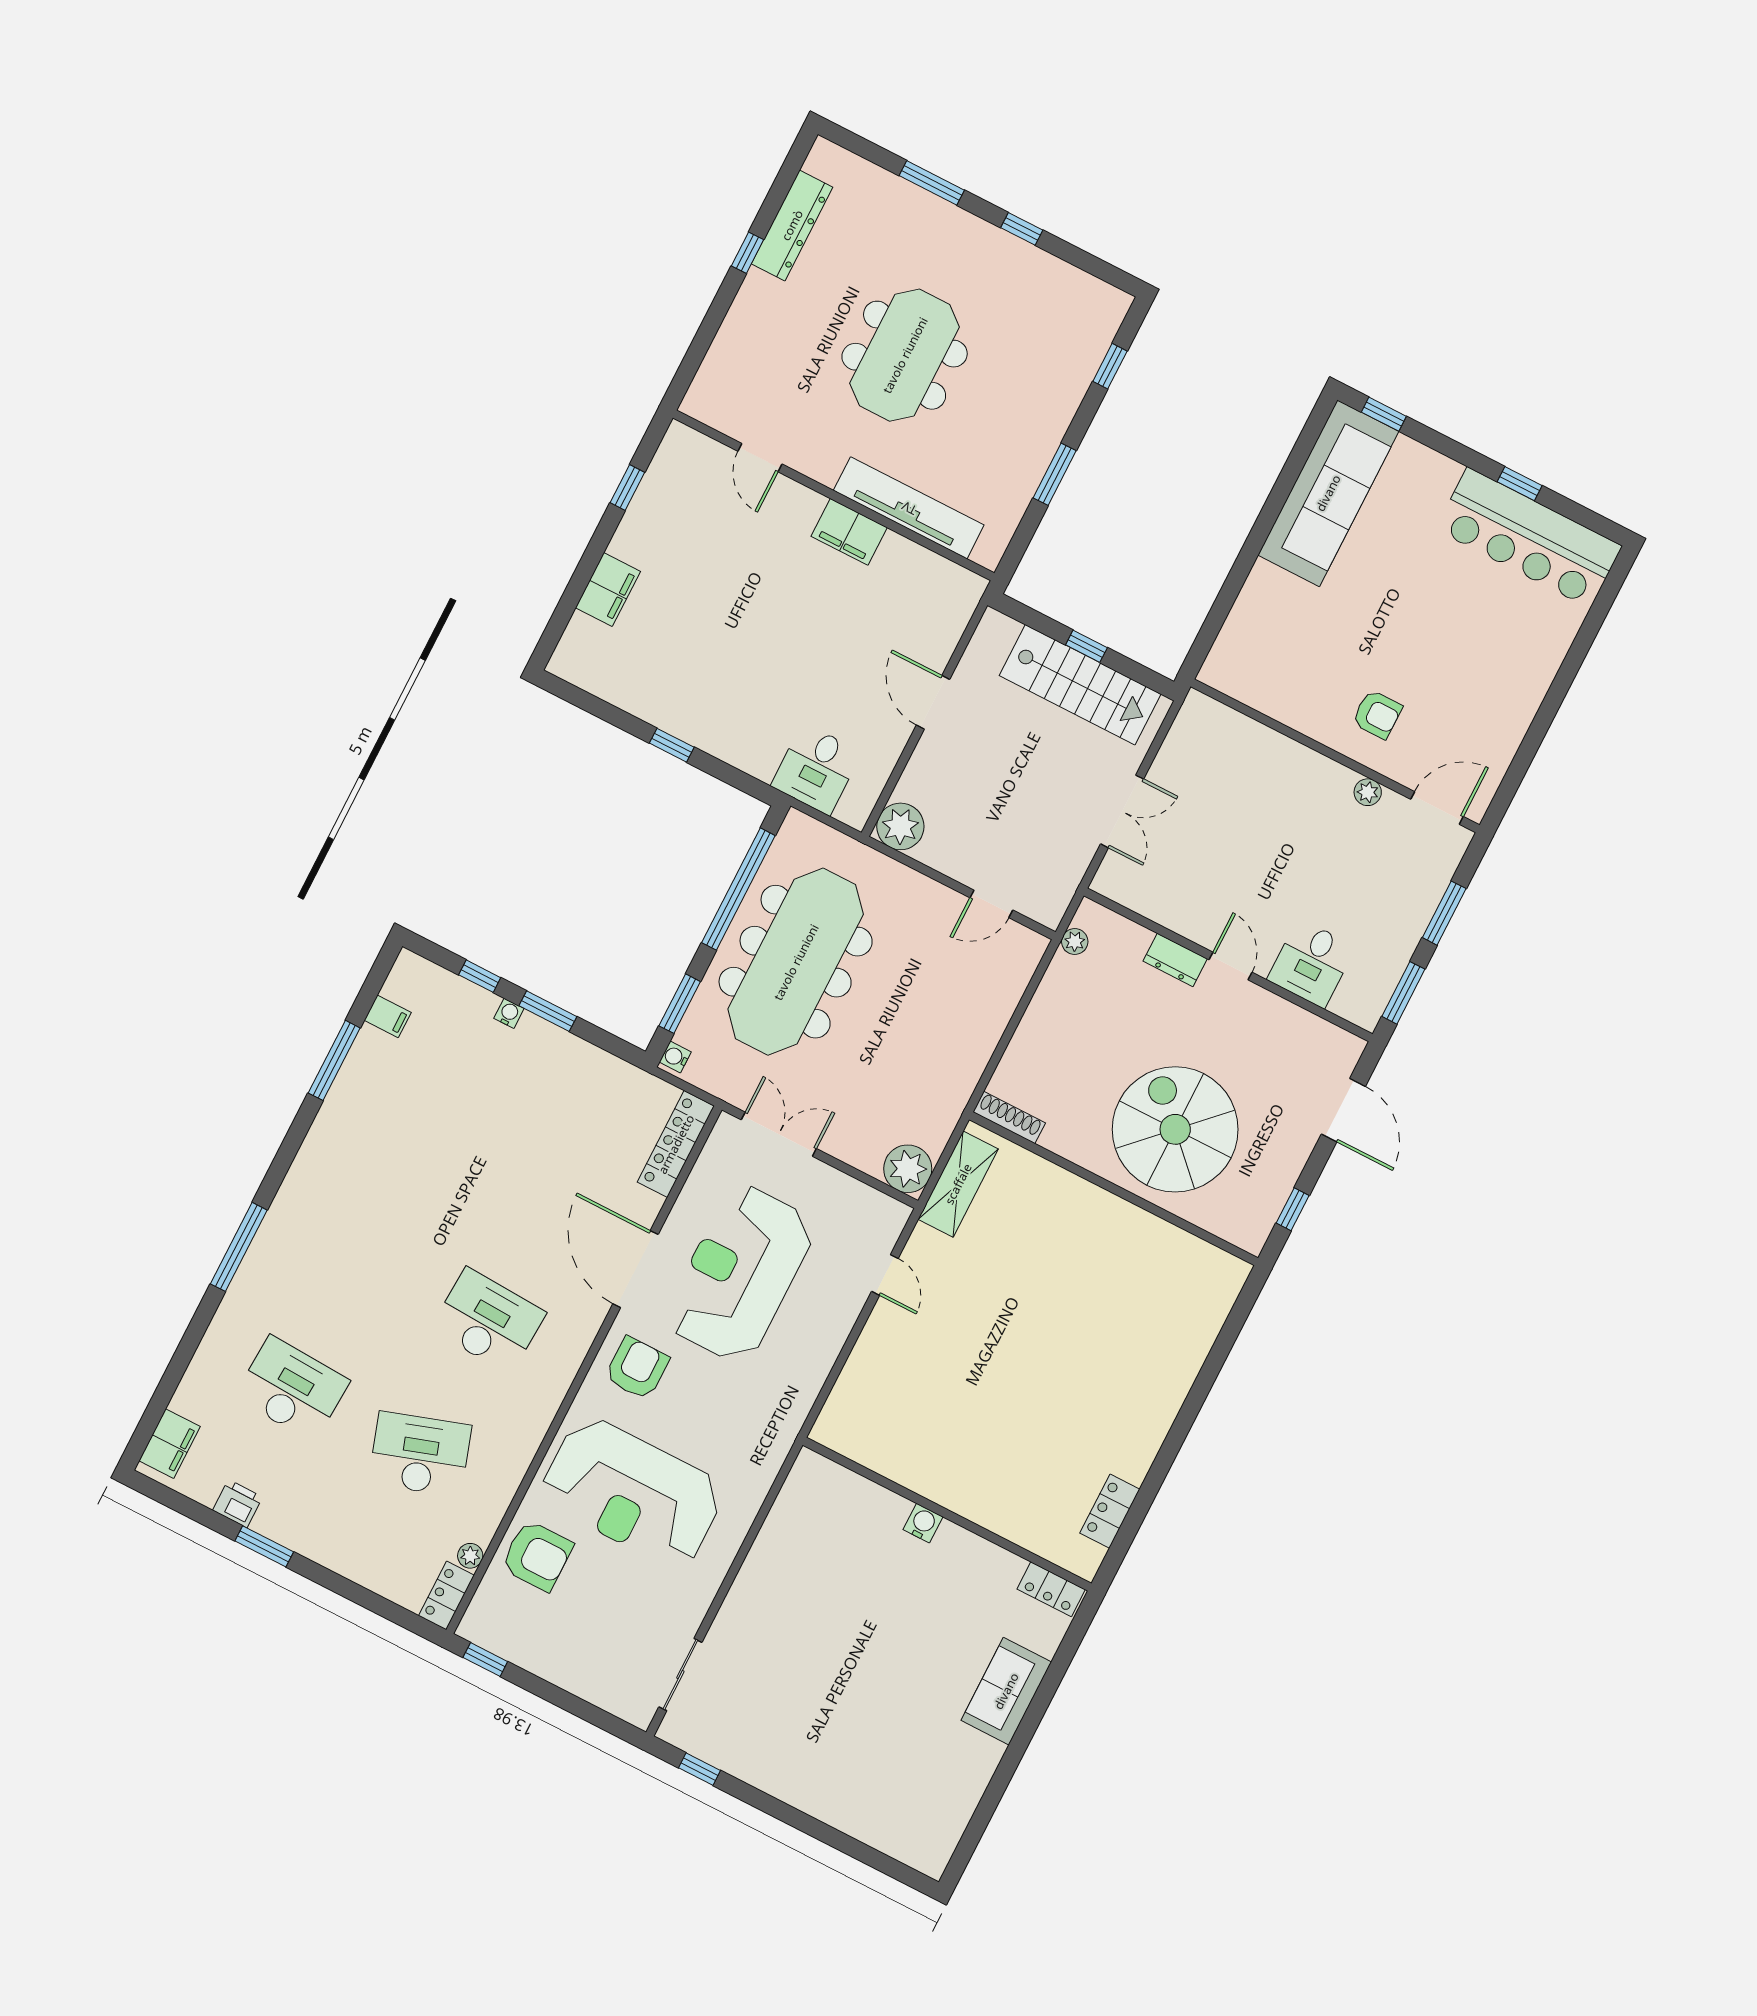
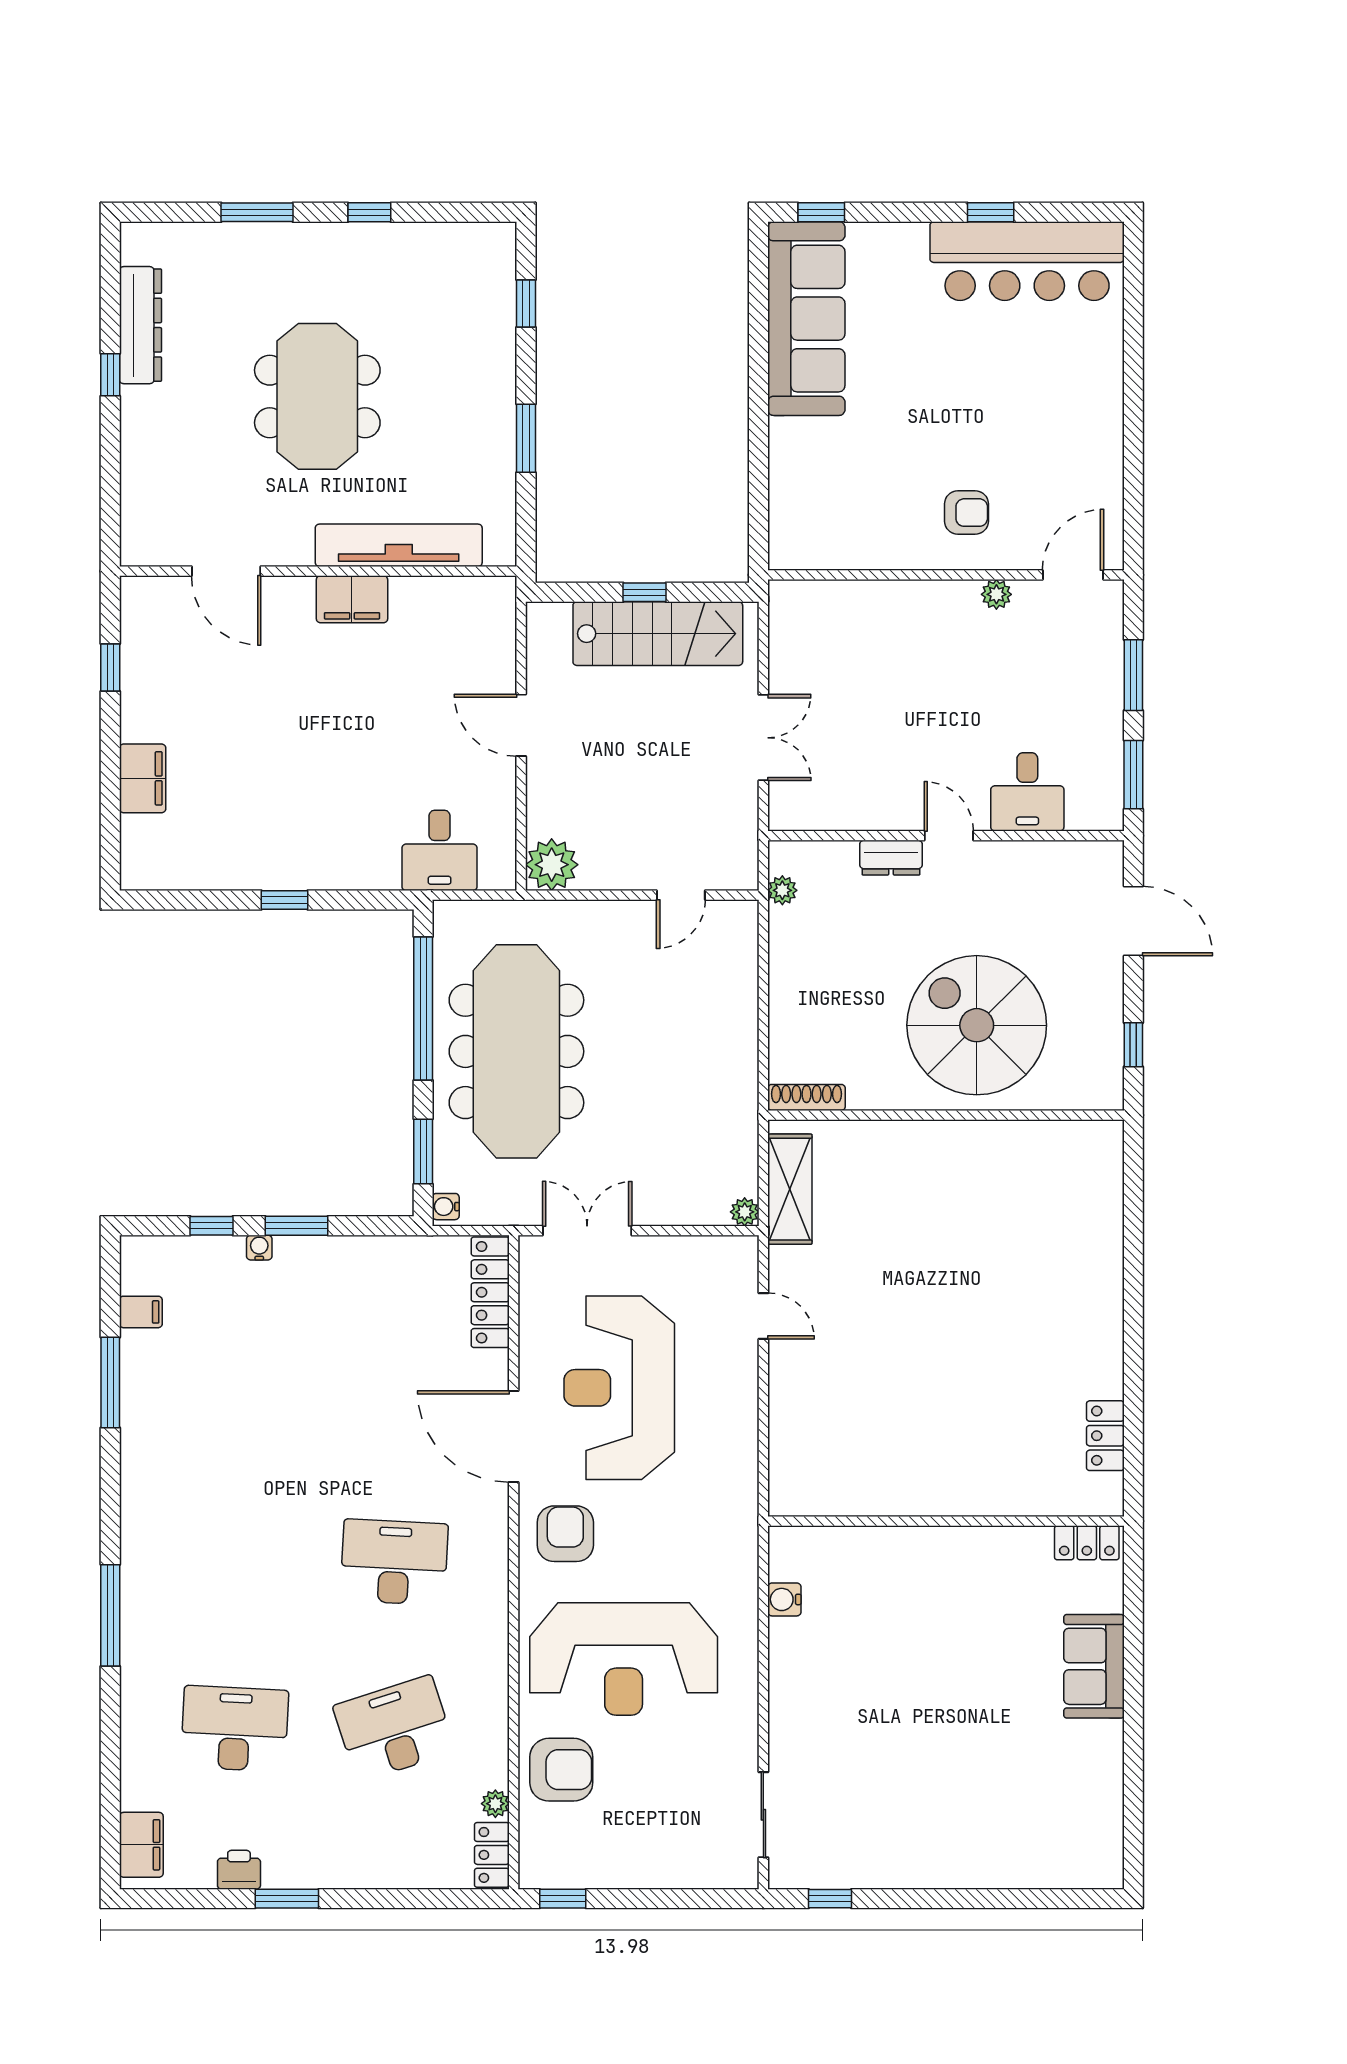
door: (760, 458) -> (226, 571), width x1.38
plant: (908, 1169) -> (745, 1212), width x0.53, depth x0.53
water cooler: (923, 1523) -> (784, 1599), moved, turned -90

